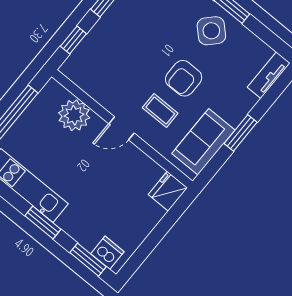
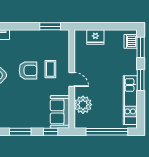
window: (241, 133) -> (50, 26), moved
sofa: (203, 142) -> (60, 112), moved, turned 90
fridge: (168, 191) -> (95, 37), moved

